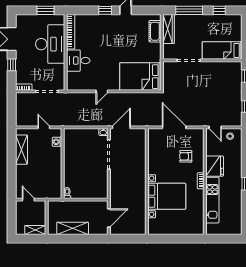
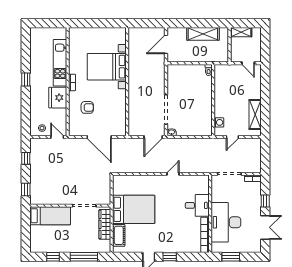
wardrobe: (168, 29) -> (105, 224), moved
bed: (140, 77) -> (134, 209), moved
door: (44, 127) -> (232, 137), hinge flipped

